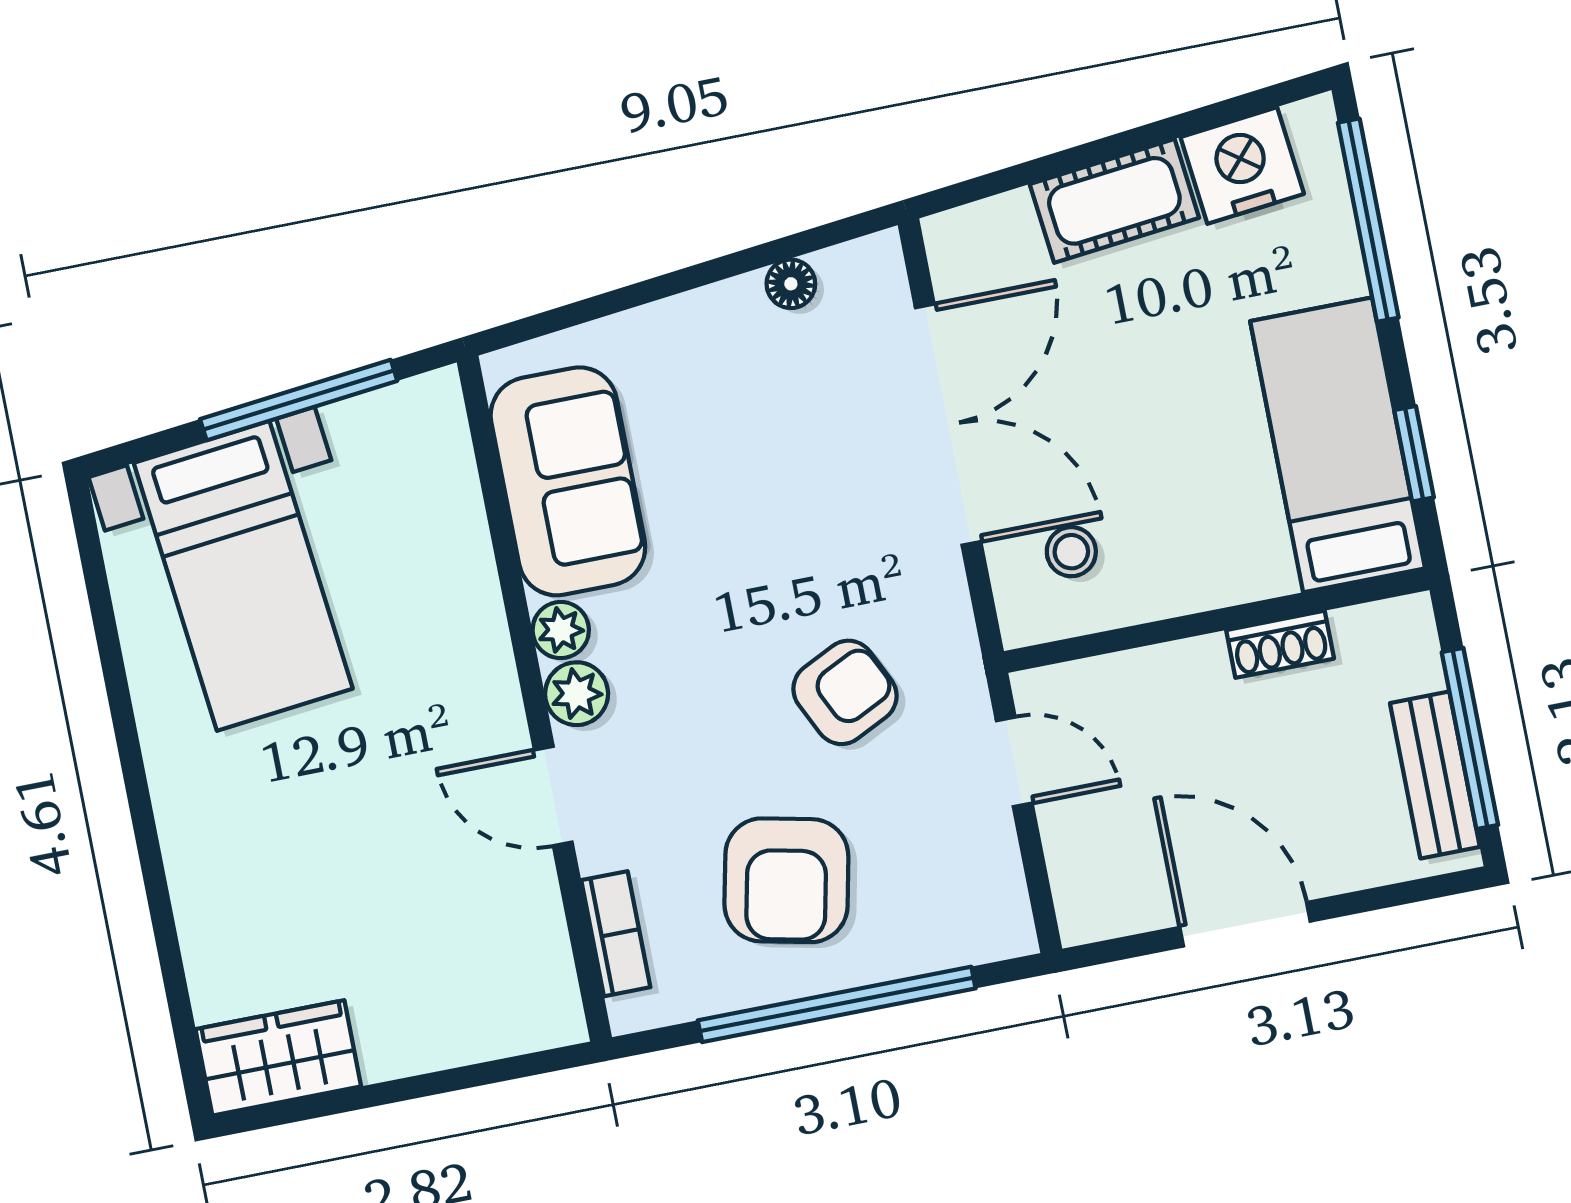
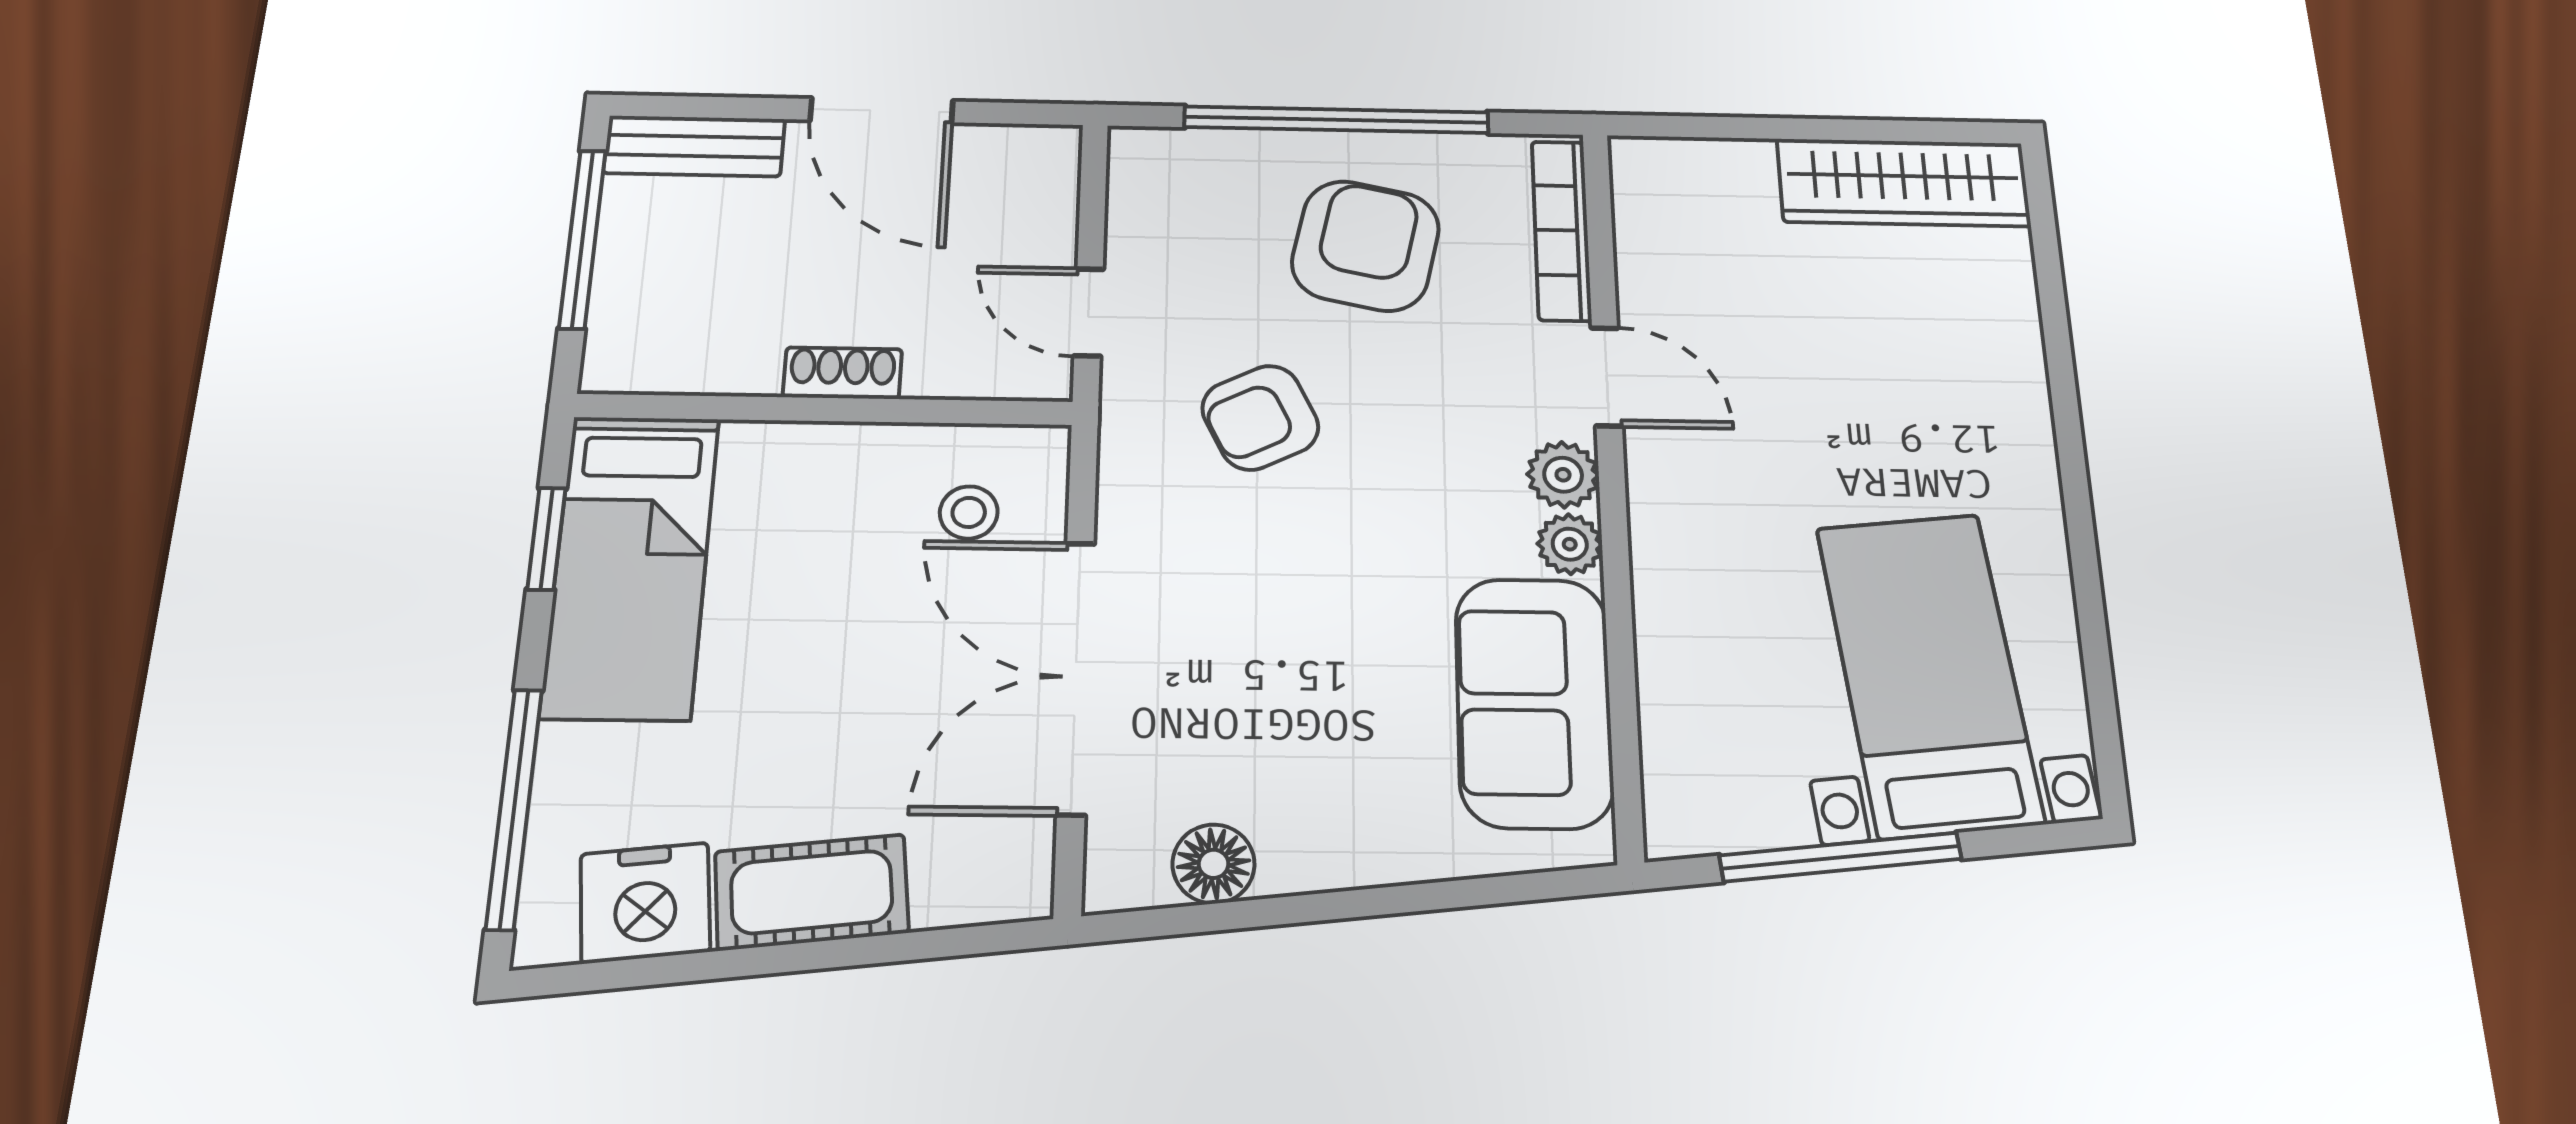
floor lamp: (791, 284) -> (1214, 864), width x1.37, depth x1.37
shoe rack: (1280, 644) -> (843, 373), moved
bench: (1435, 775) -> (694, 146), moved, turned 90
bookcase: (616, 934) -> (1561, 230), width x1.56
wardrobe: (278, 1058) -> (1903, 183), width x1.50

